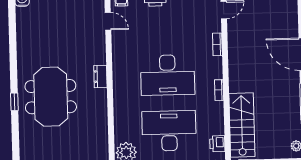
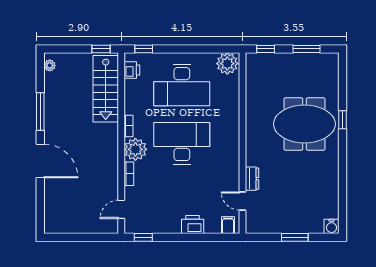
plant: (212, 68) -> (135, 149), added
dresser: (100, 76) -> (252, 179), moved
meeting table: (51, 97) -> (304, 124), turned 90

